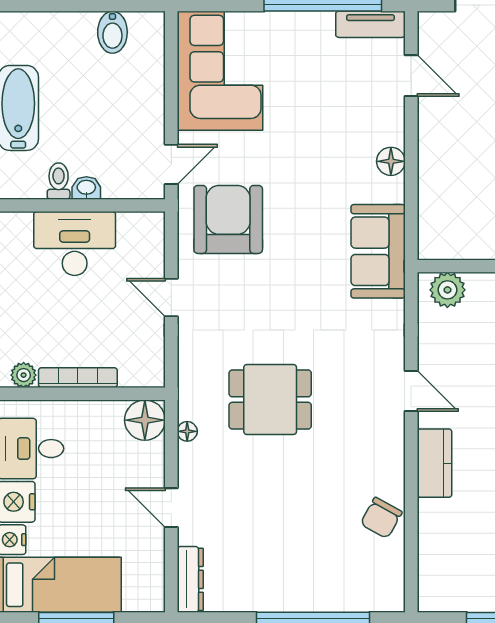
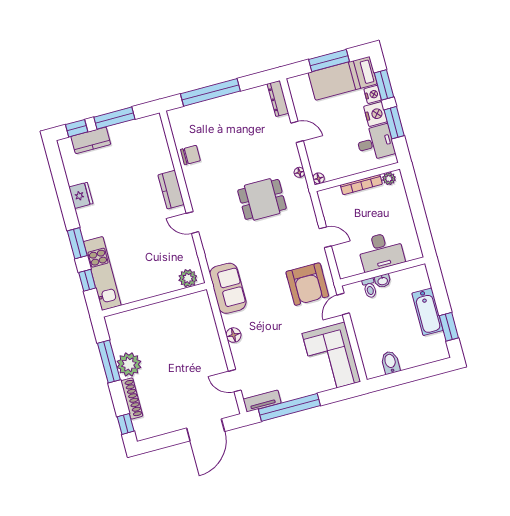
toilet: (59, 181) -> (370, 288), moved
floor lamp: (145, 420) -> (319, 178), width x0.53, depth x0.53
chair: (381, 518) -> (190, 155), turned 61

